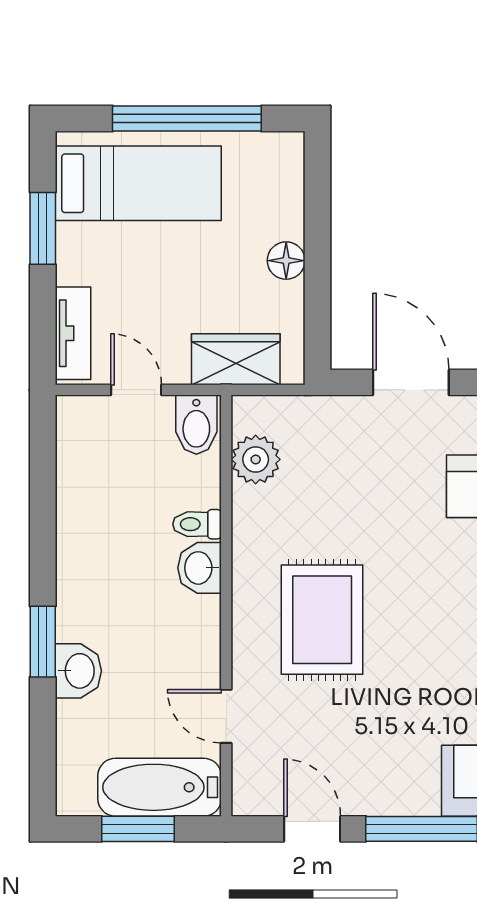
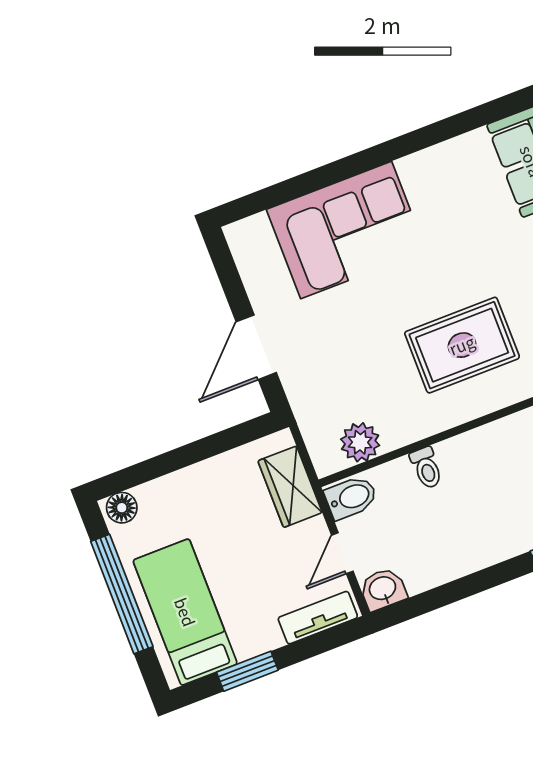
floor lamp: (286, 261) -> (122, 508), moved
washbasin: (200, 568) -> (383, 589), moved, turned 180

